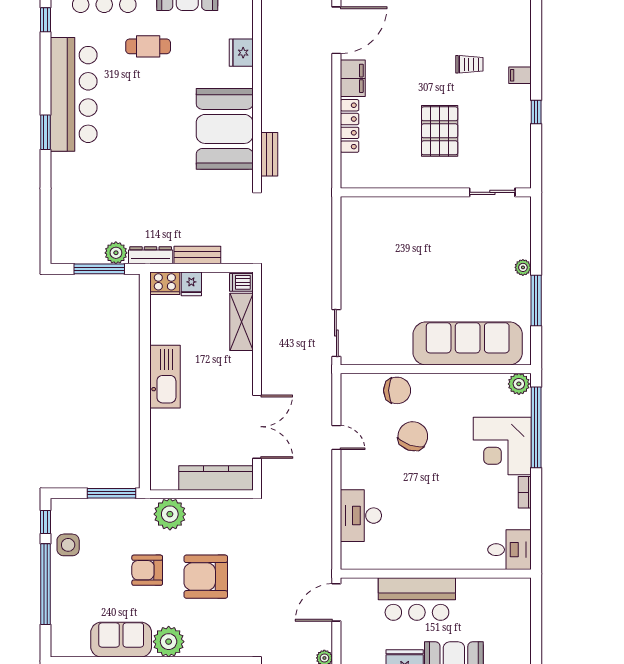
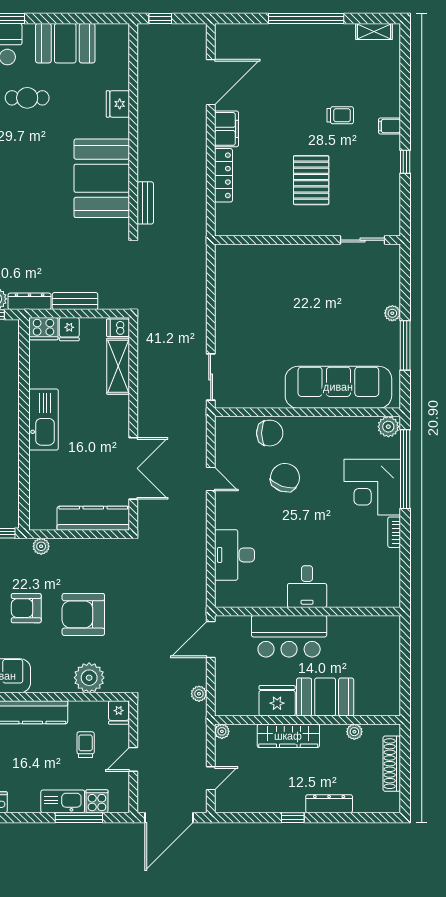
plant: (170, 514) -> (41, 546), width x0.53, depth x0.53
desk: (509, 550) -> (307, 587), moved, turned 90
plant: (169, 642) -> (89, 678), moved

